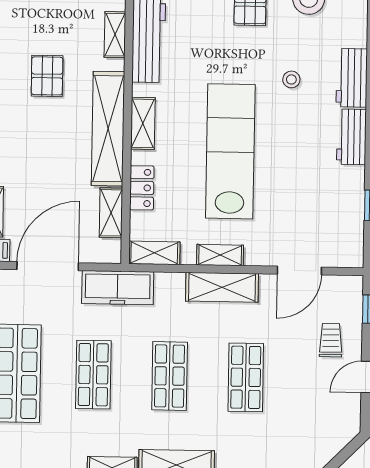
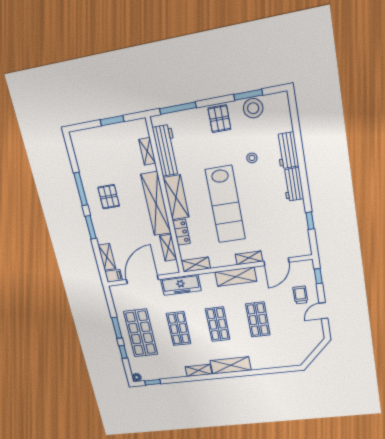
pallet: (47, 76) -> (109, 197), moved
shelving: (143, 123) -> (176, 197), width x1.50, depth x1.33
lab bench: (230, 151) -> (225, 204), turned 180
shelving: (220, 255) -> (249, 258), moved

